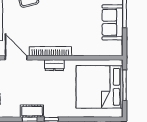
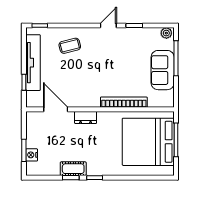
bookcase: (50, 51) -> (124, 102), moved
dresser: (54, 65) -> (86, 117), moved

